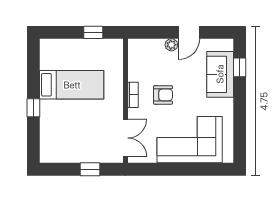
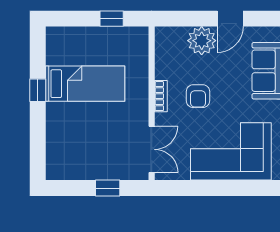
plant: (171, 45) -> (202, 41), width x1.87, depth x1.87
armchair: (163, 95) -> (198, 96), turned 90
window: (33, 108) -> (38, 90), moved

